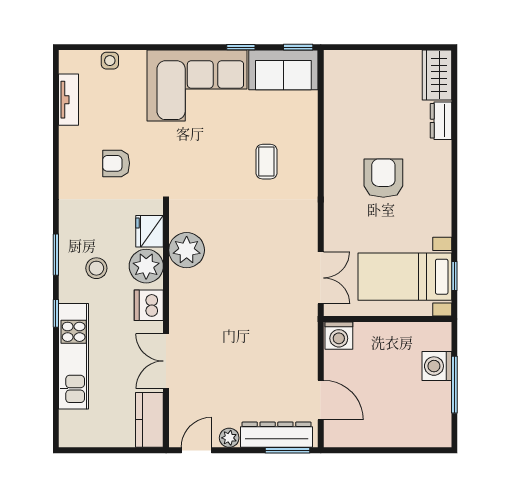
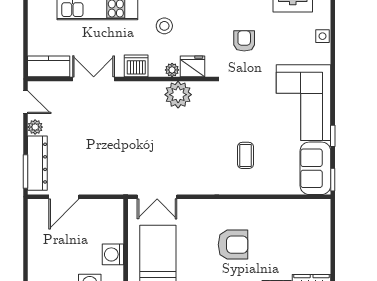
coffee table: (266, 162) -> (246, 155), turned 90
plant: (146, 266) -> (172, 70), width x0.53, depth x0.53
washing machine: (339, 336) -> (113, 254), moved

